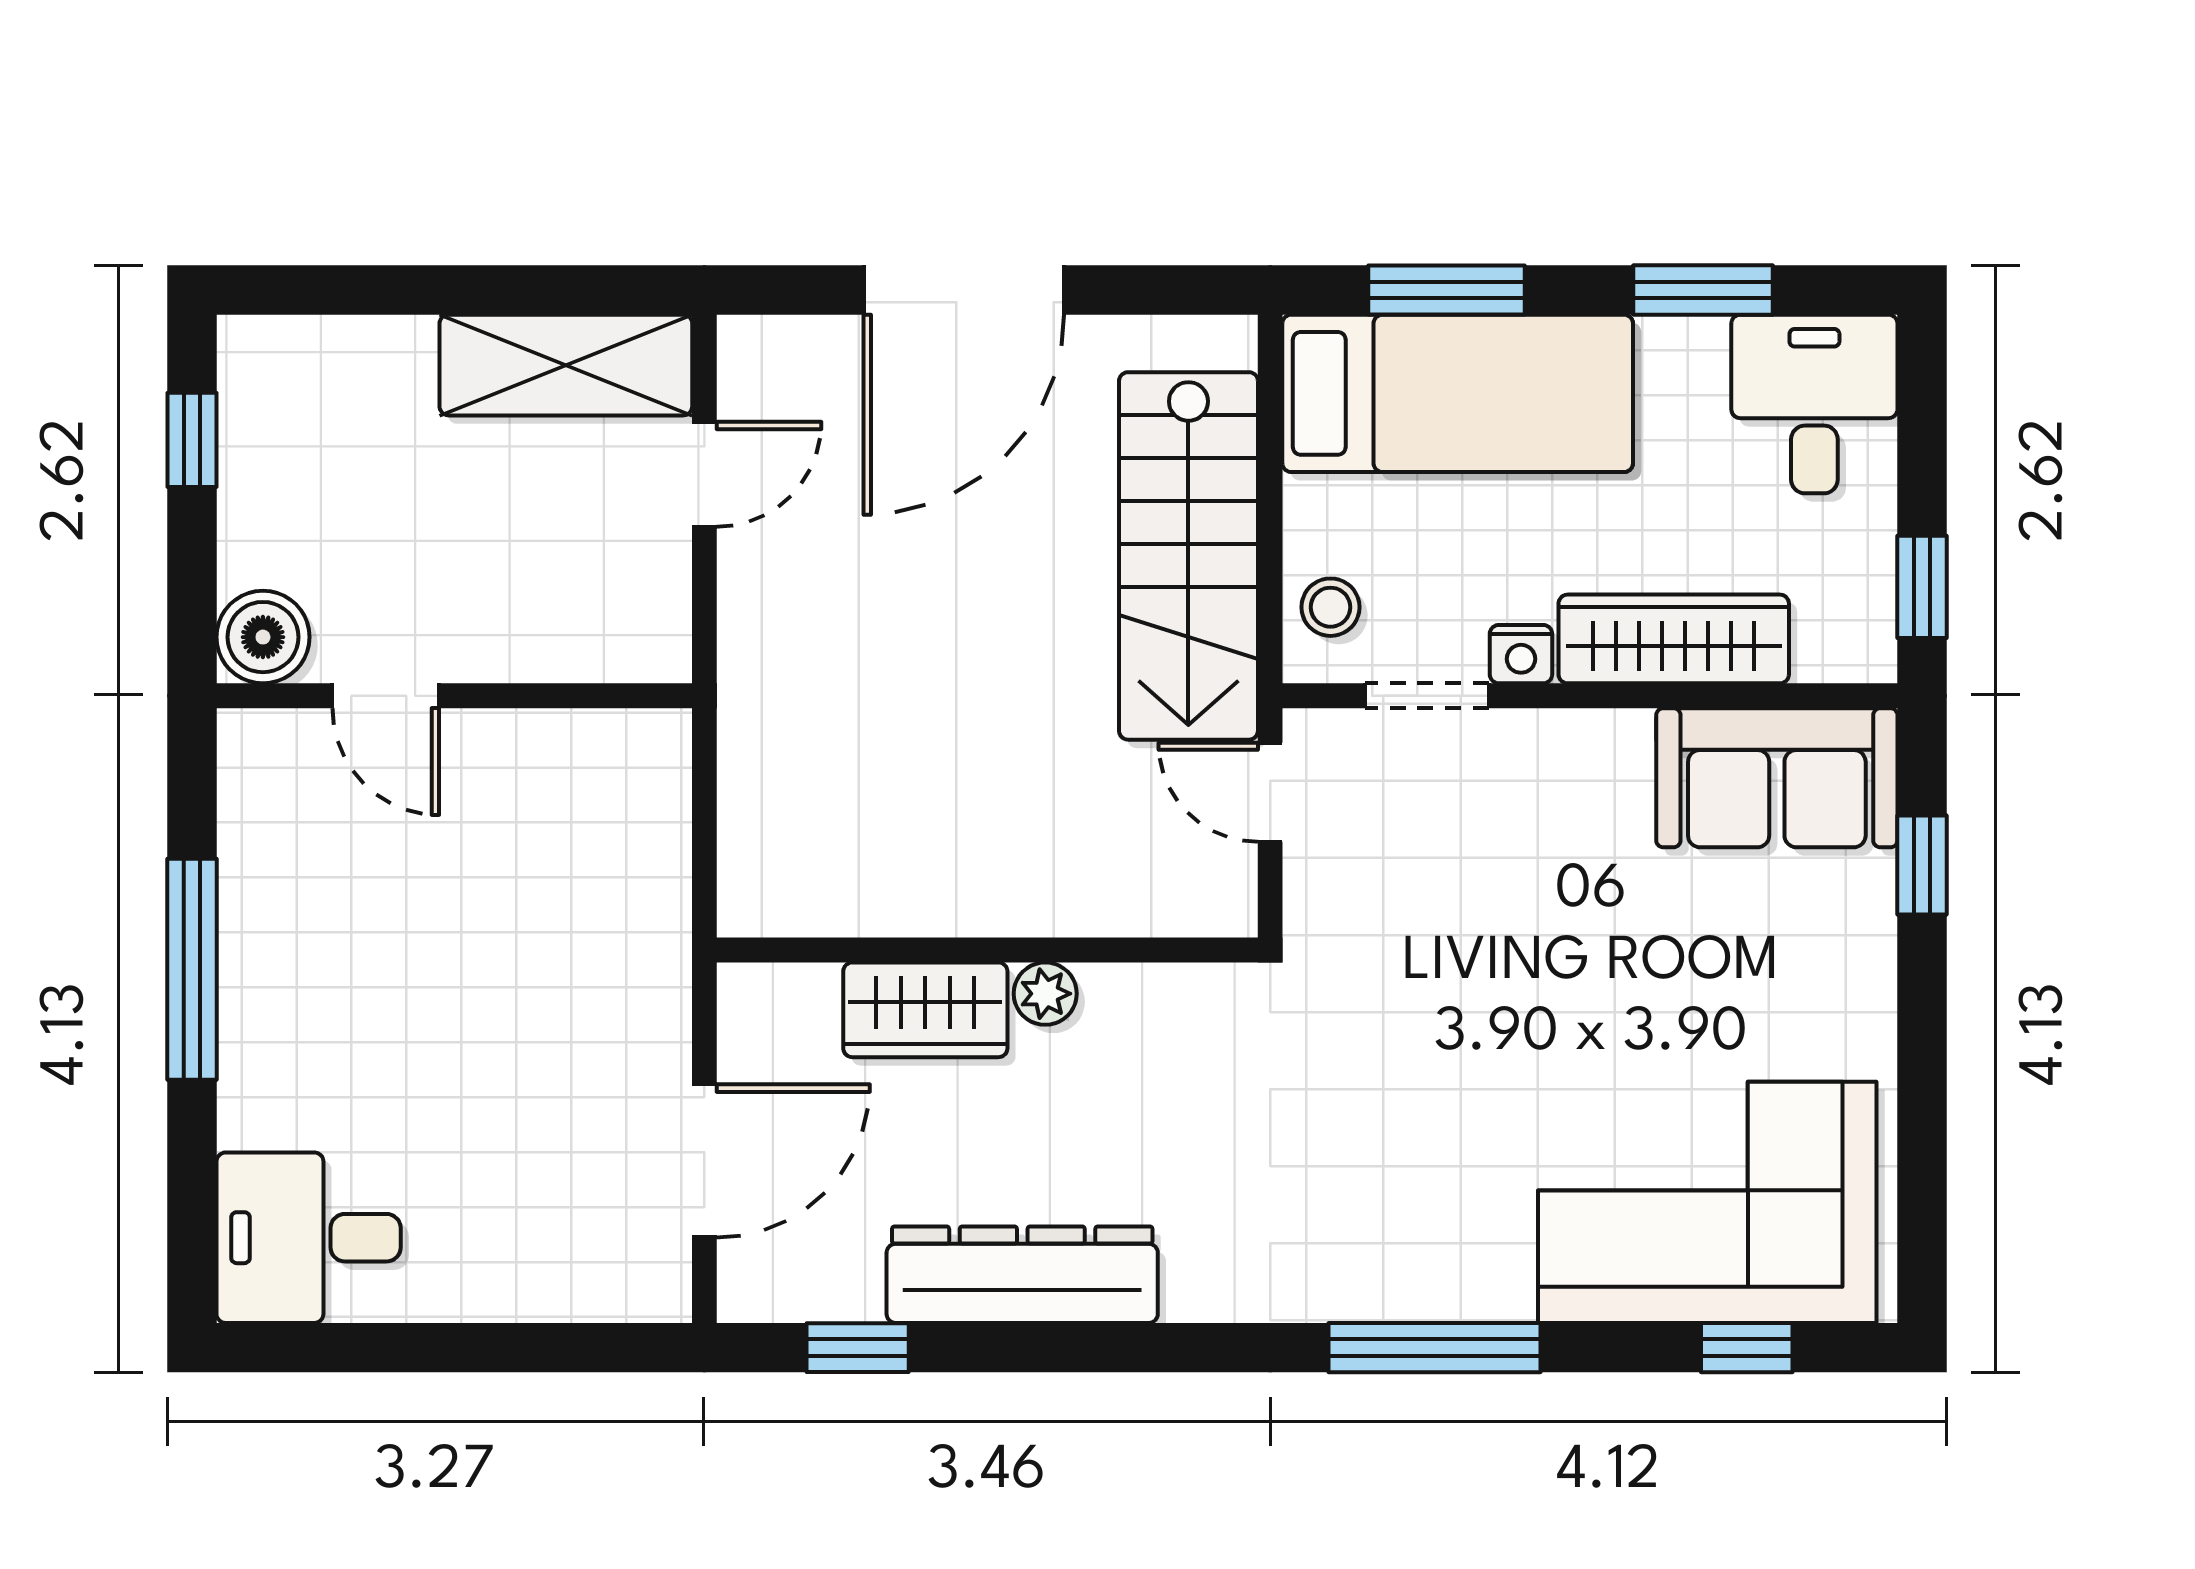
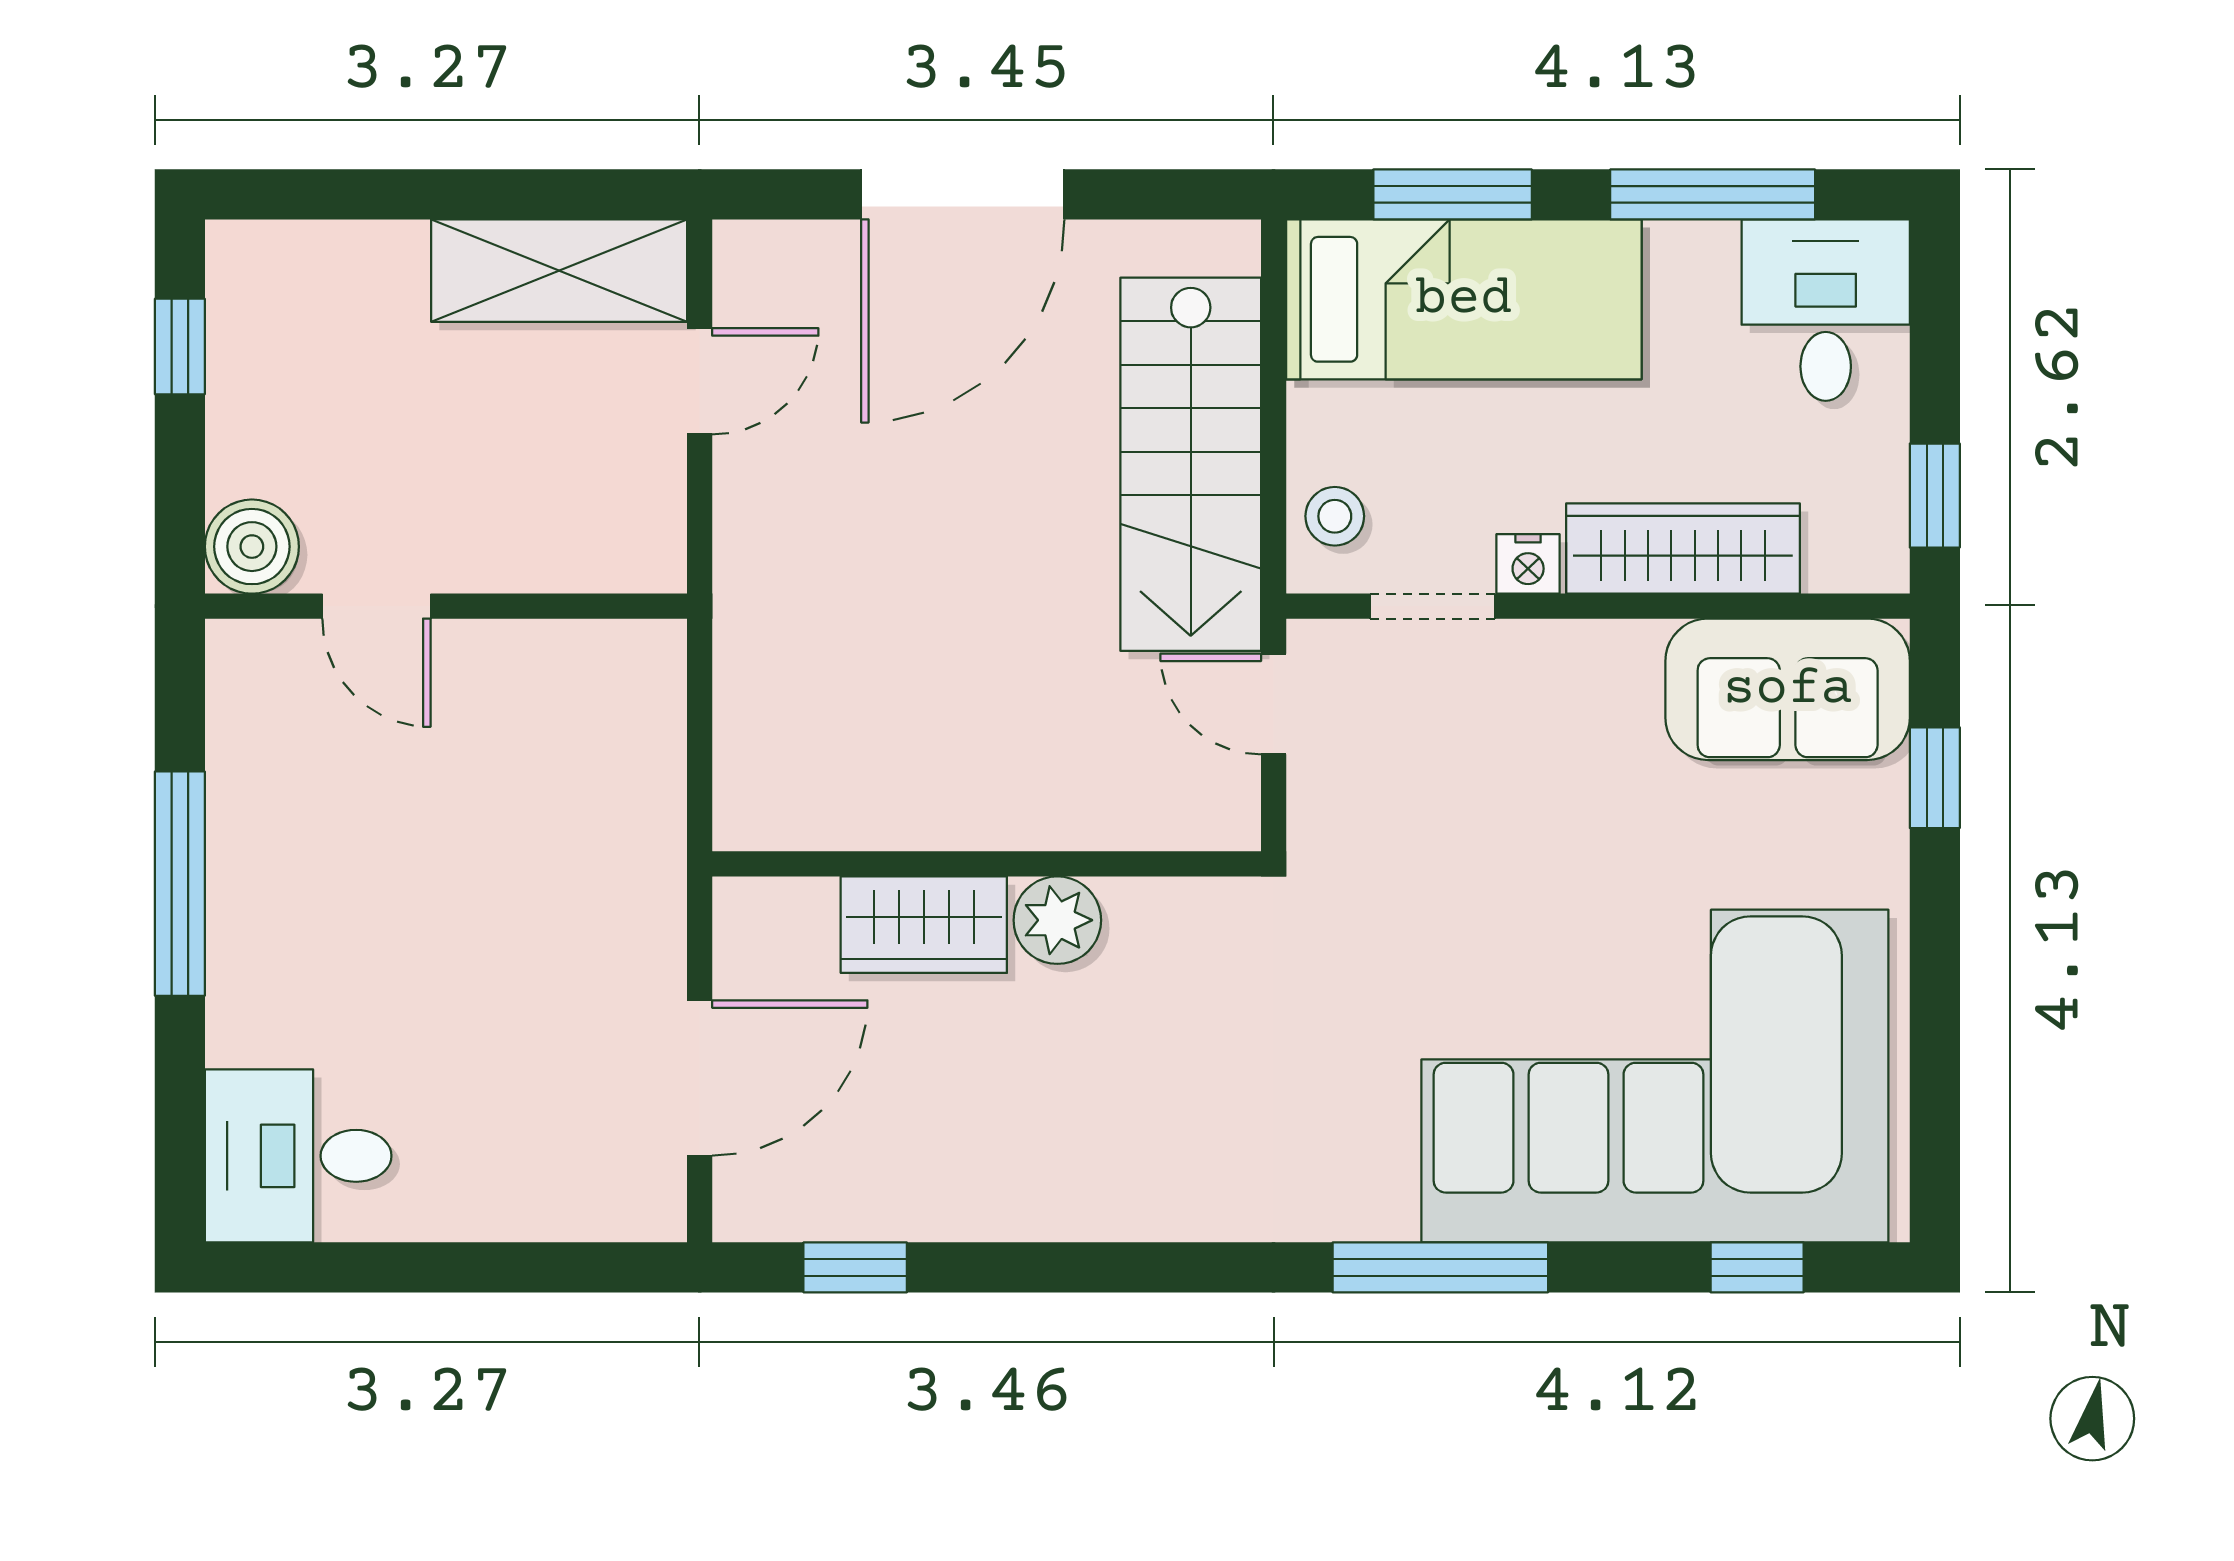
window: (1703, 290) -> (1713, 194), width x1.44
plant: (1045, 994) -> (1057, 920), width x1.38, depth x1.38
corner sofa: (1707, 1202) -> (1655, 1076), width x1.36, depth x1.36
dresser: (1022, 1275) -> (1022, 1193), removed

